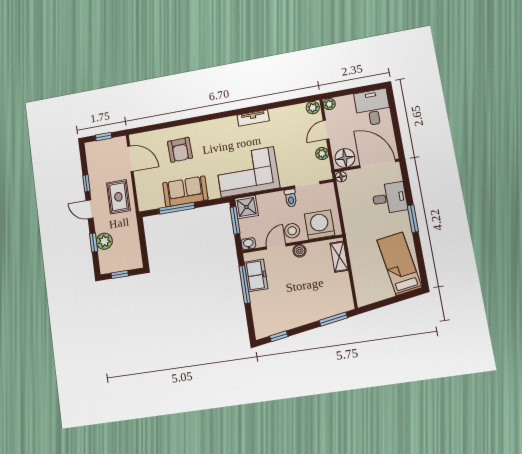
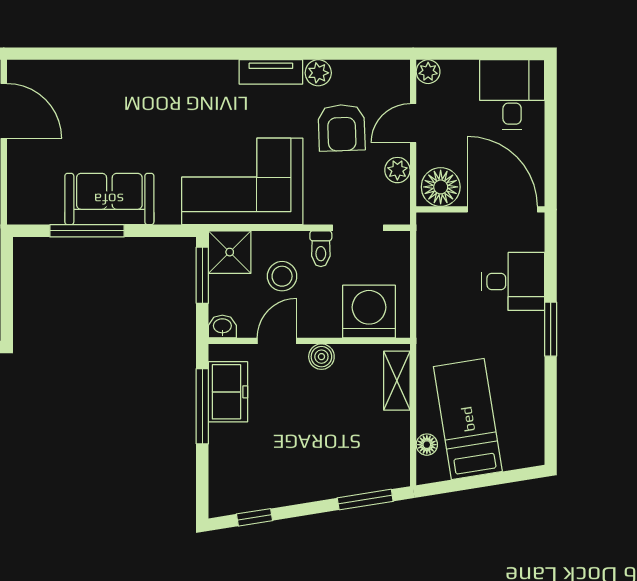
plant: (313, 108) -> (318, 73), moved
armchair: (180, 150) -> (342, 128), moved
floor lamp: (341, 177) -> (427, 445), moved
stool: (292, 231) -> (282, 276), moved
bed: (399, 264) -> (468, 419), moved

